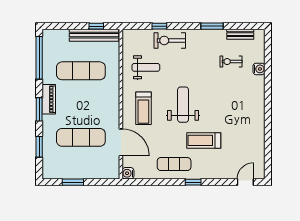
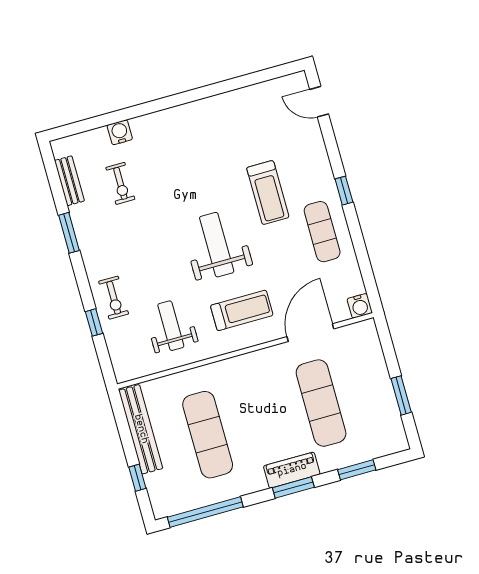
window: (96, 26) -> (137, 478), moved
exercise bike: (170, 40) -> (114, 298), width x0.73, depth x0.72
piano: (49, 99) -> (292, 470), moved
weight bench: (183, 105) -> (217, 245), turned 90

